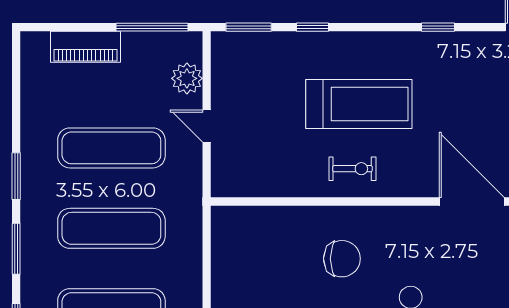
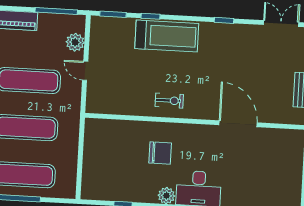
treadmill: (359, 104) -> (167, 36), moved

